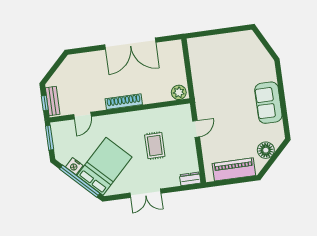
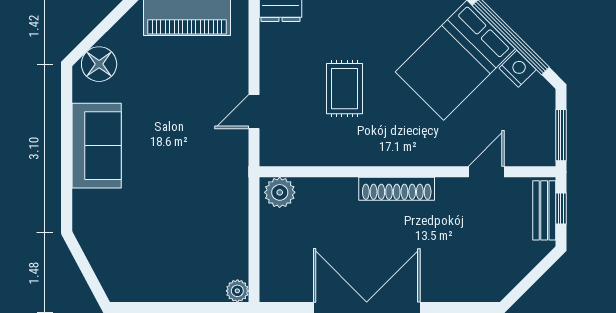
plant: (192, 43) -> (237, 291), added
floor lamp: (266, 150) -> (99, 64), moved

